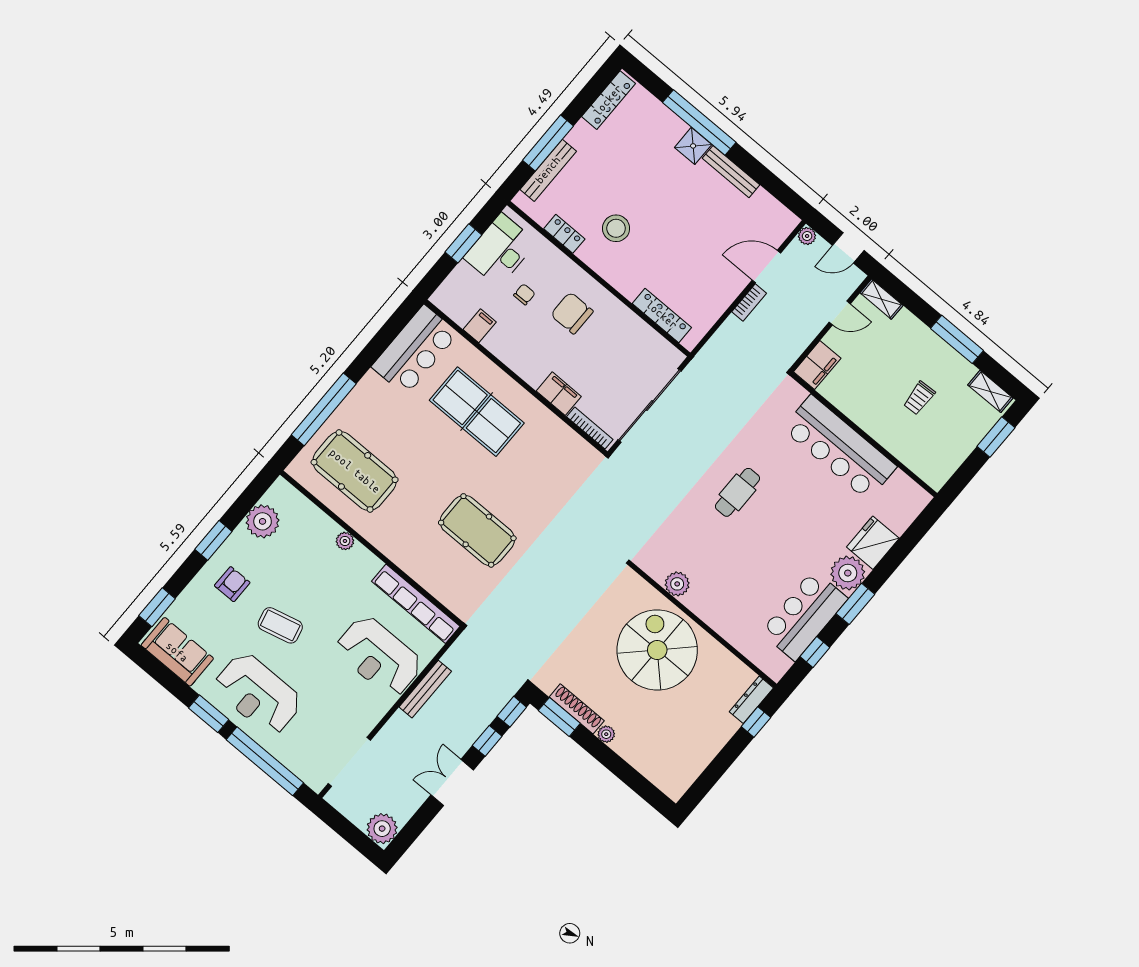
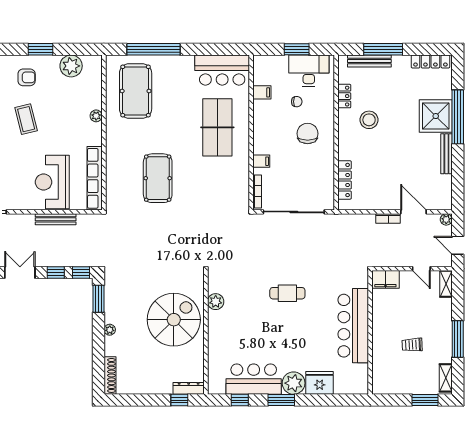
shower: (693, 146) -> (436, 116), width x1.86, depth x1.86
filing cabinet: (559, 394) -> (261, 161), width x0.50
shoe rack: (577, 709) -> (110, 375), moved

